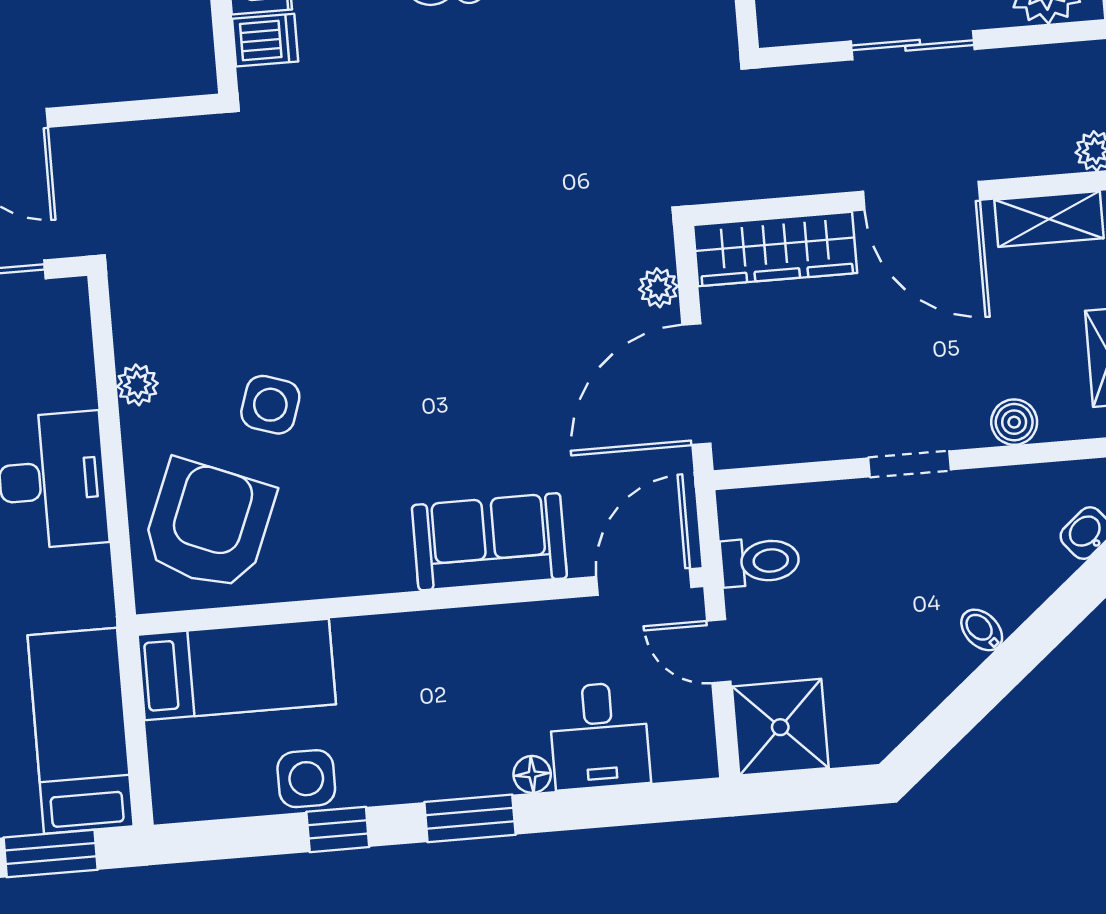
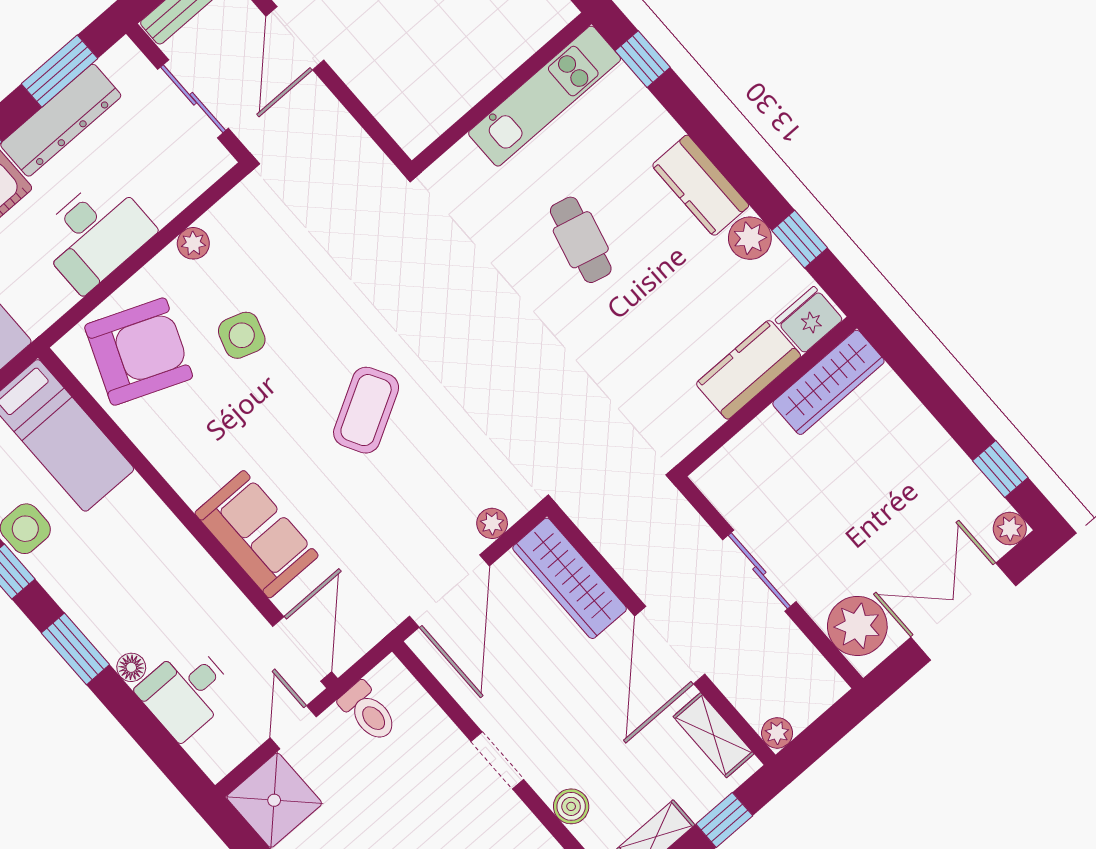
dishwasher: (265, 40) -> (466, 165), removed
coffee table: (444, 332) -> (366, 410), added
door: (696, 384) -> (449, 591), swing flipped
door: (644, 582) -> (302, 649), hinge flipped

